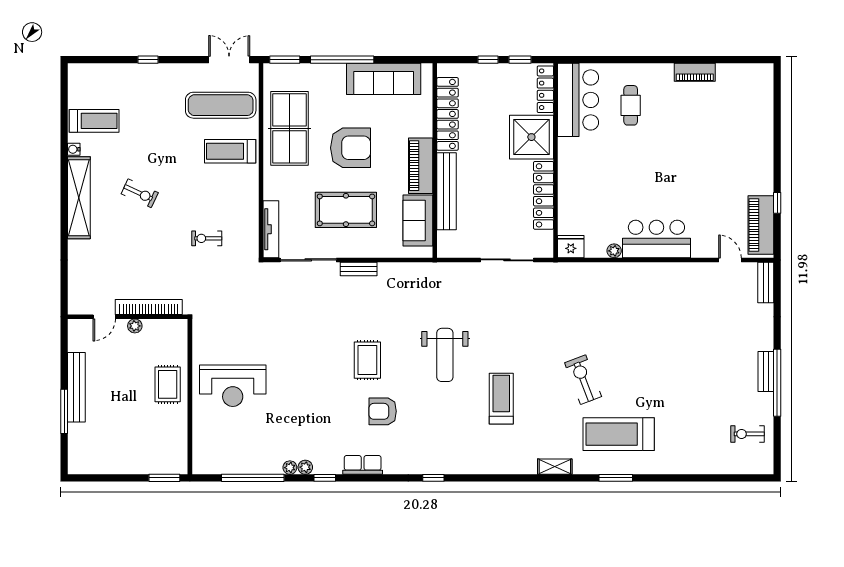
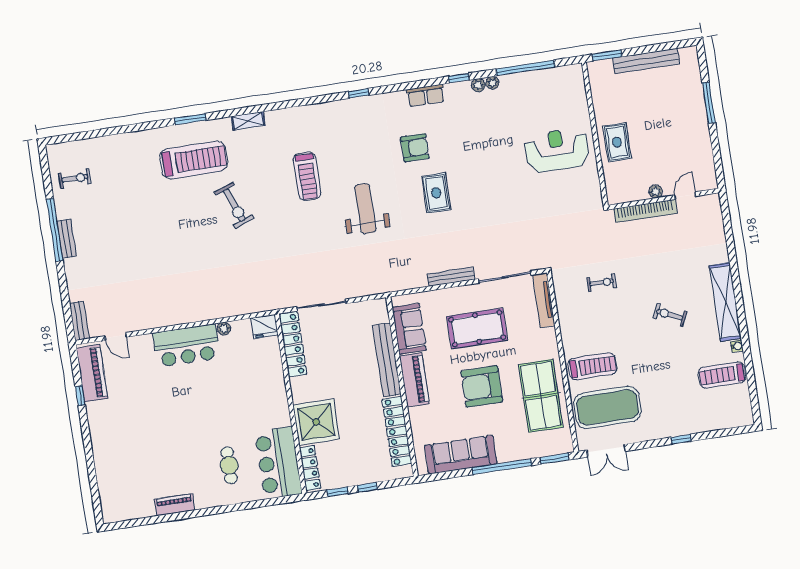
exercise mat: (221, 105) -> (608, 407), width x1.47
locker: (544, 195) -> (293, 344), moved
bench: (359, 269) -> (451, 277), width x1.36
bench: (76, 387) -> (646, 61), moved, turned 90

